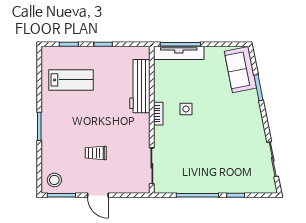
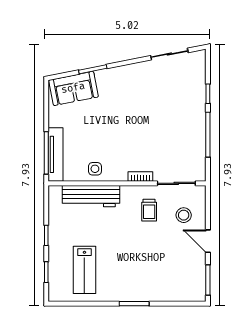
lab bench: (71, 80) -> (84, 270), turned 180
side table: (186, 109) -> (95, 169), moved
bookcase: (158, 114) -> (140, 176), moved
trolley: (96, 153) -> (149, 210), moved
stool: (54, 180) -> (184, 215), moved
door: (98, 195) -> (208, 241), swing flipped

